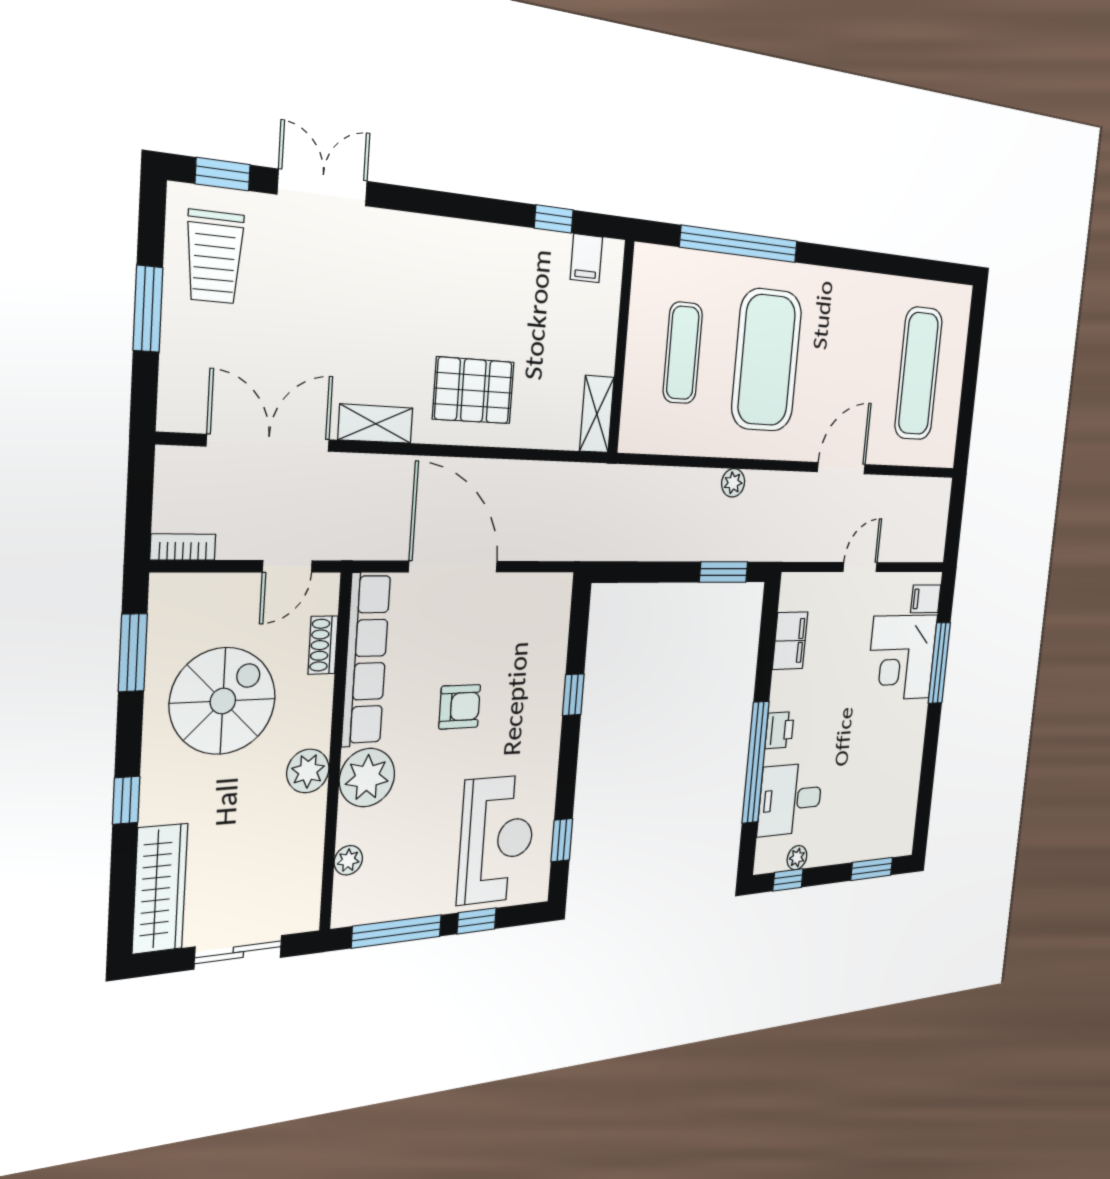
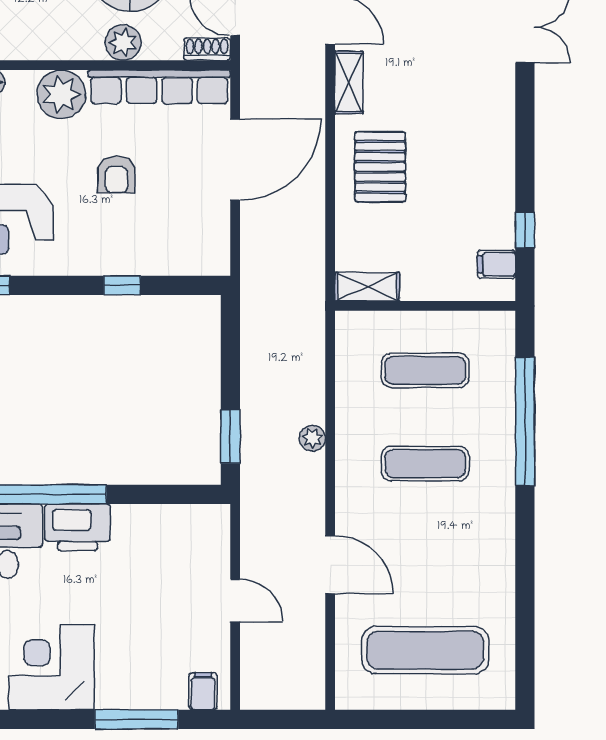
exercise mat: (767, 360) -> (425, 464), width x0.50, depth x0.69
filing cabinet: (790, 641) -> (164, 522), removed
shoe rack: (323, 645) -> (207, 49), moved
corner desk: (902, 658) -> (52, 667), moved
printer: (780, 730) -> (77, 527), width x1.87, depth x1.48
plant: (308, 771) -> (123, 43), moved

